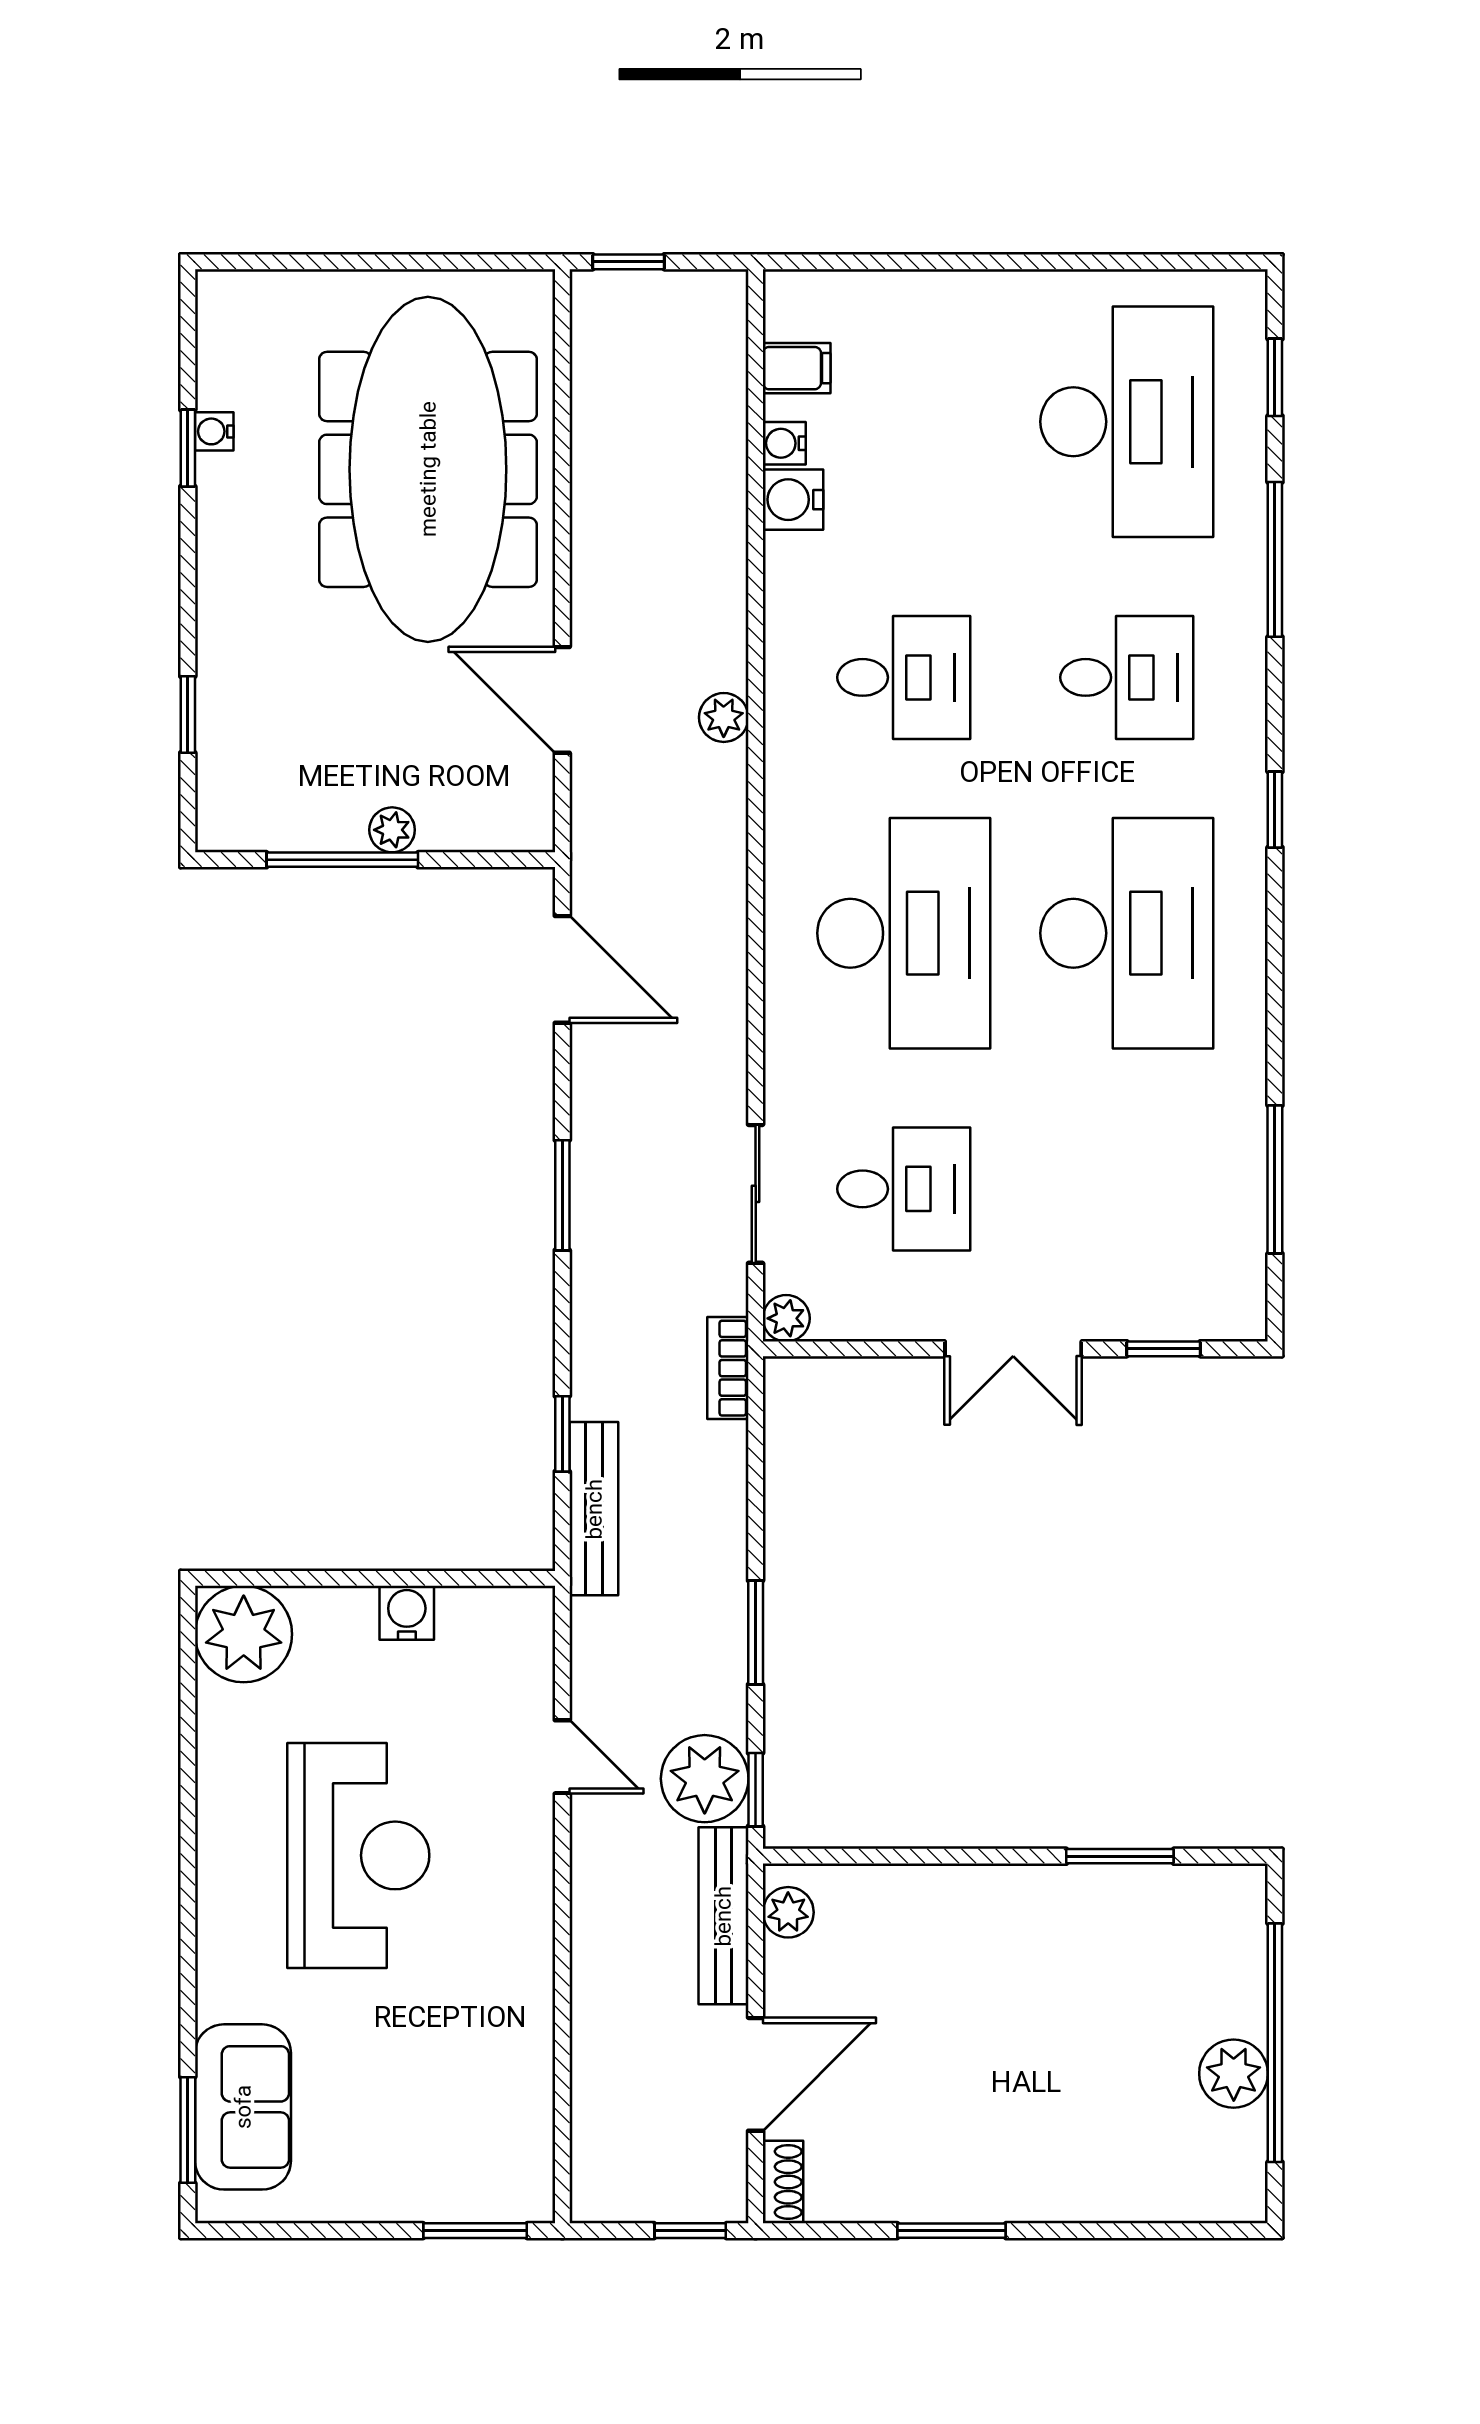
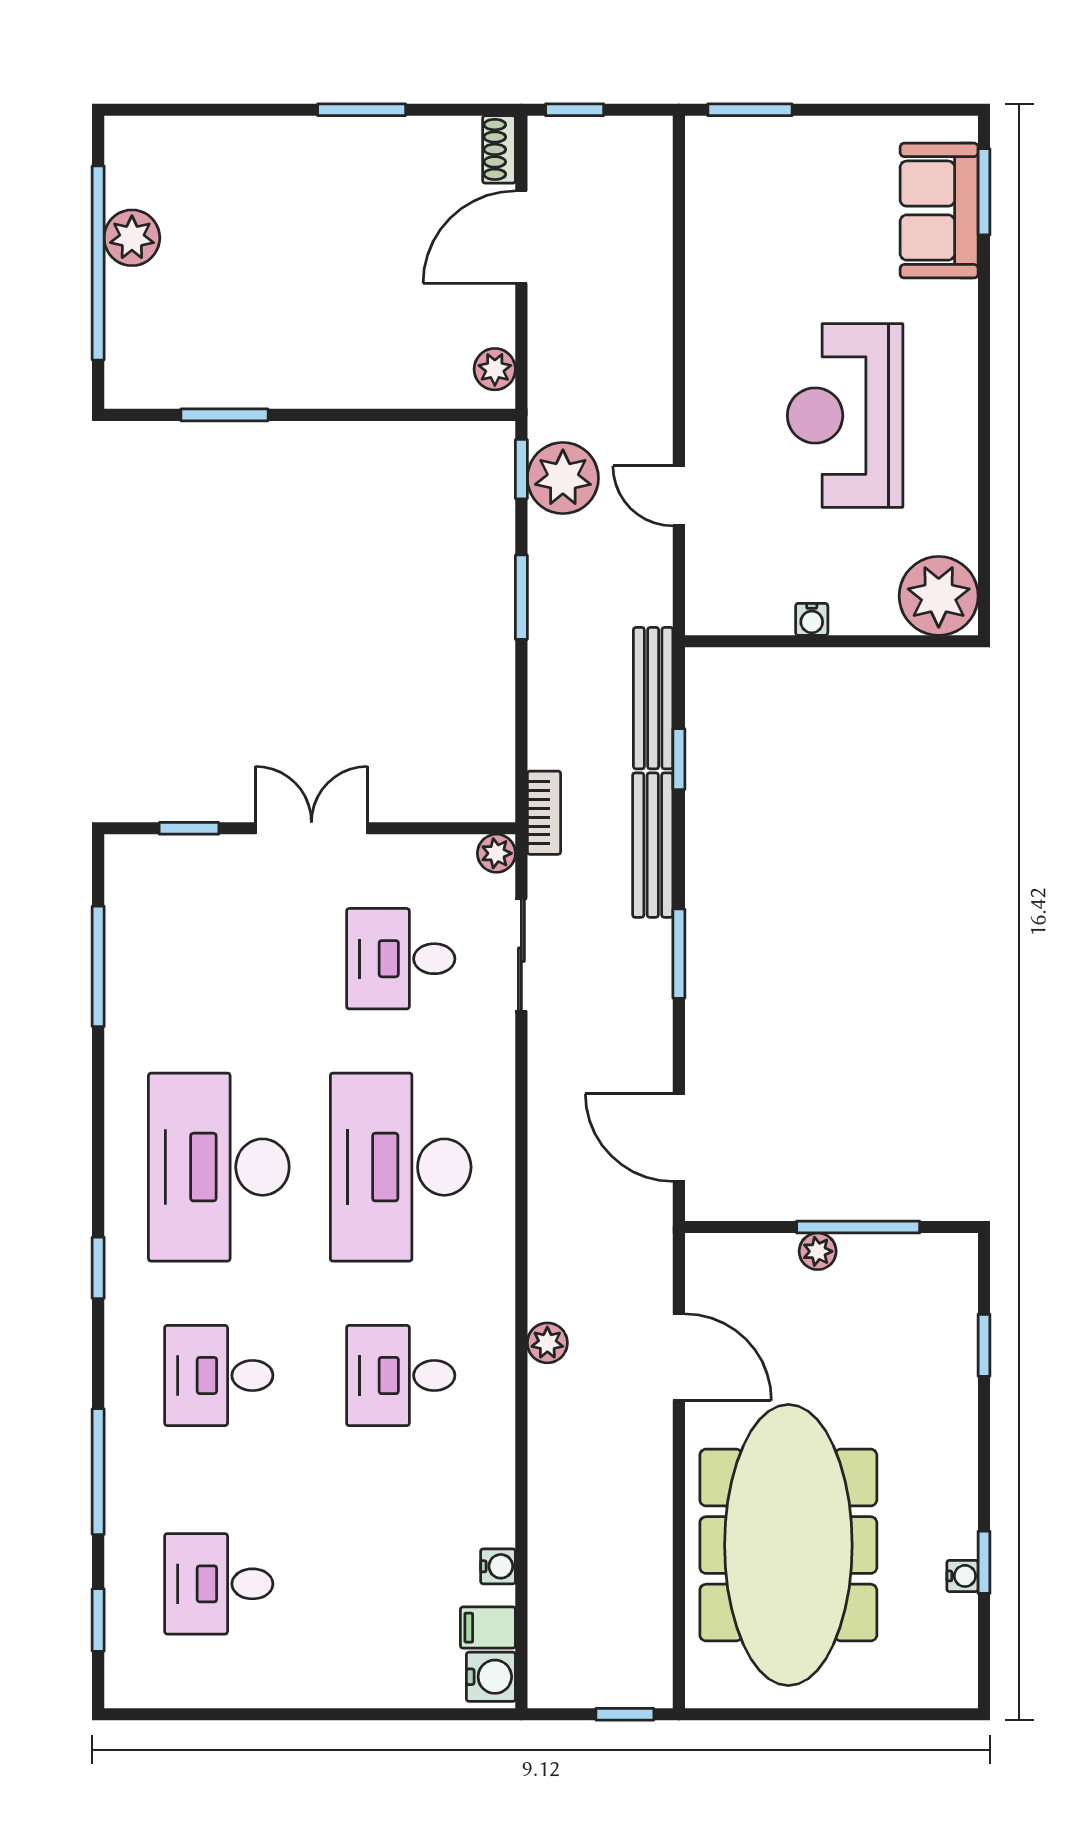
desk: (1127, 422) -> (219, 1584), width x0.53, depth x0.77
water cooler: (793, 500) -> (491, 1677), moved
water cooler: (407, 1613) -> (812, 619), width x0.72, depth x0.72
bench: (723, 1916) -> (653, 845), moved

